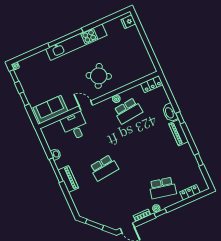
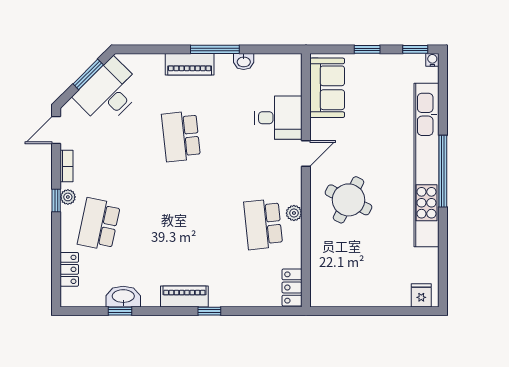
kitchen unit: (76, 42) -> (426, 165), width x1.36
washbasin: (170, 113) -> (123, 297), moved
desk: (99, 211) -> (109, 92), added

